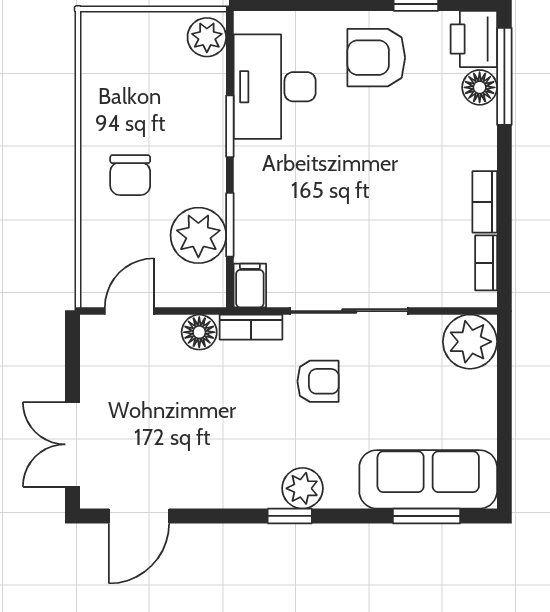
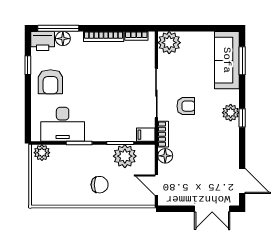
bookcase: (485, 202) -> (104, 36), width x1.56
armchair: (318, 381) -> (186, 106), turned 90

